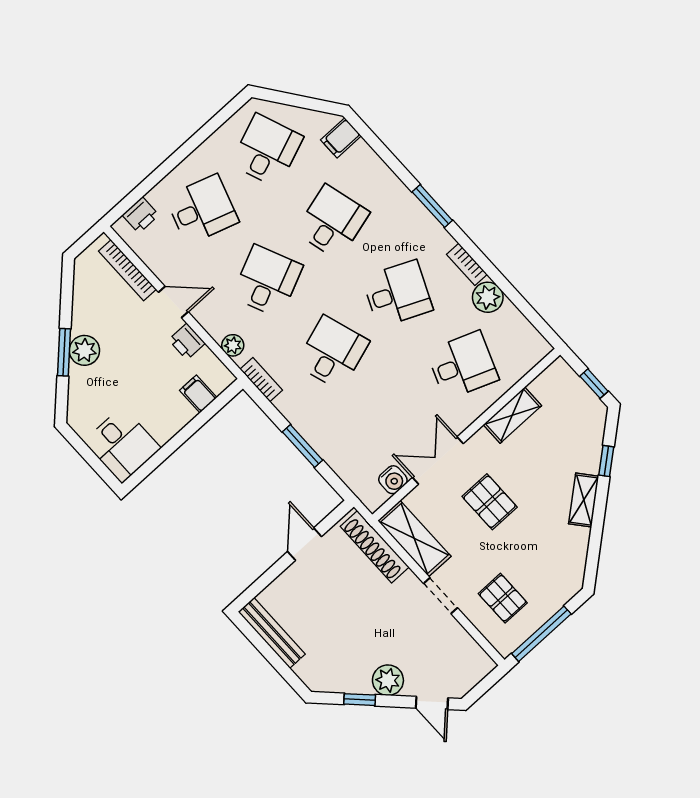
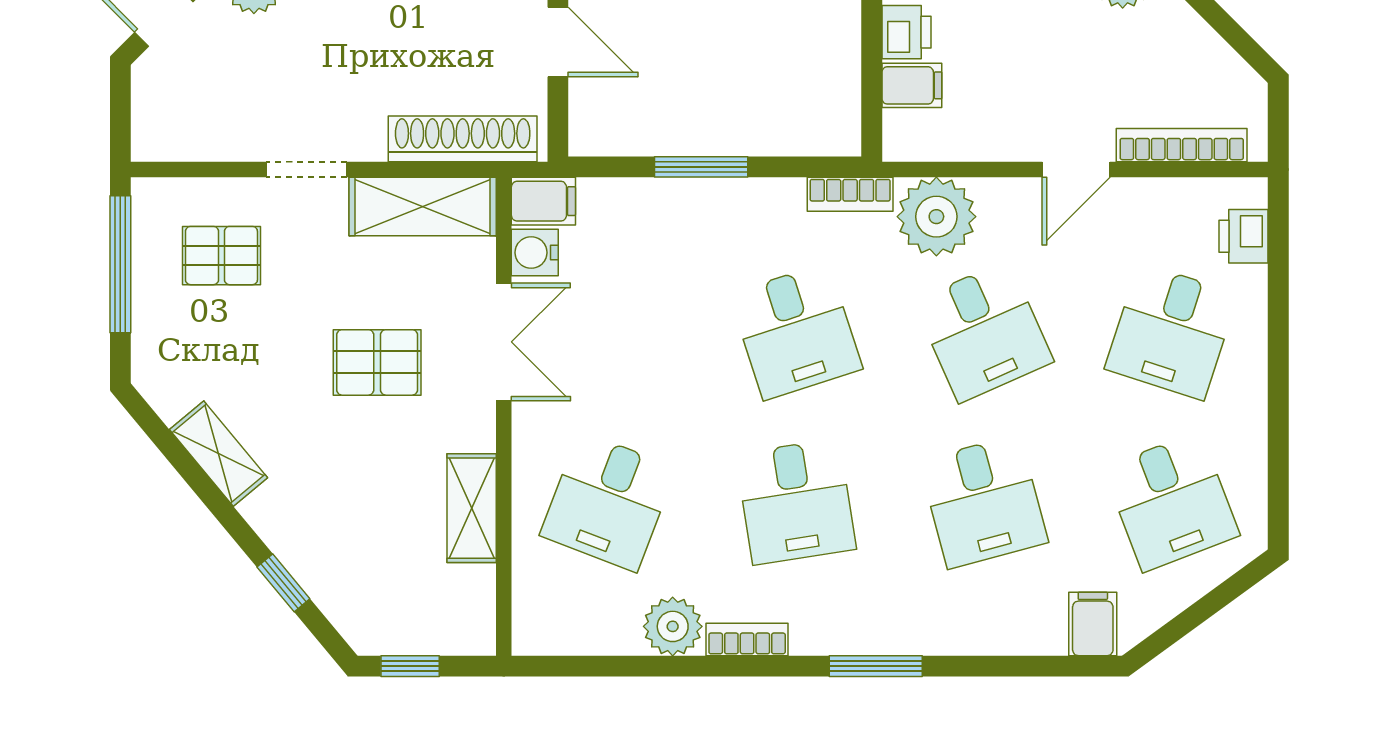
desk: (397, 294) -> (796, 502), turned -33
printer: (187, 341) -> (906, 32), moved, turned 90
plant: (233, 345) -> (936, 217), width x1.87, depth x1.87
filing cabinet: (370, 494) -> (543, 201), added
shelving: (584, 500) -> (218, 454), moved

